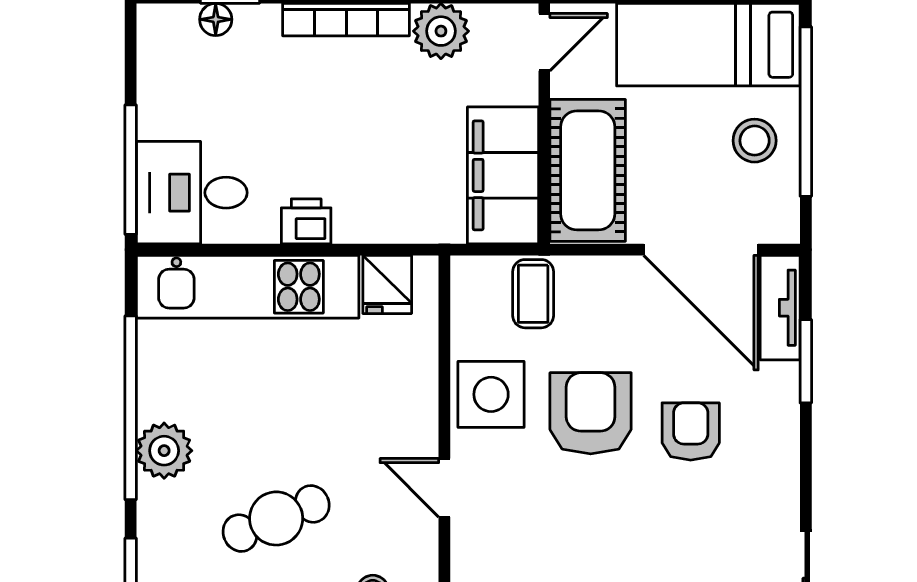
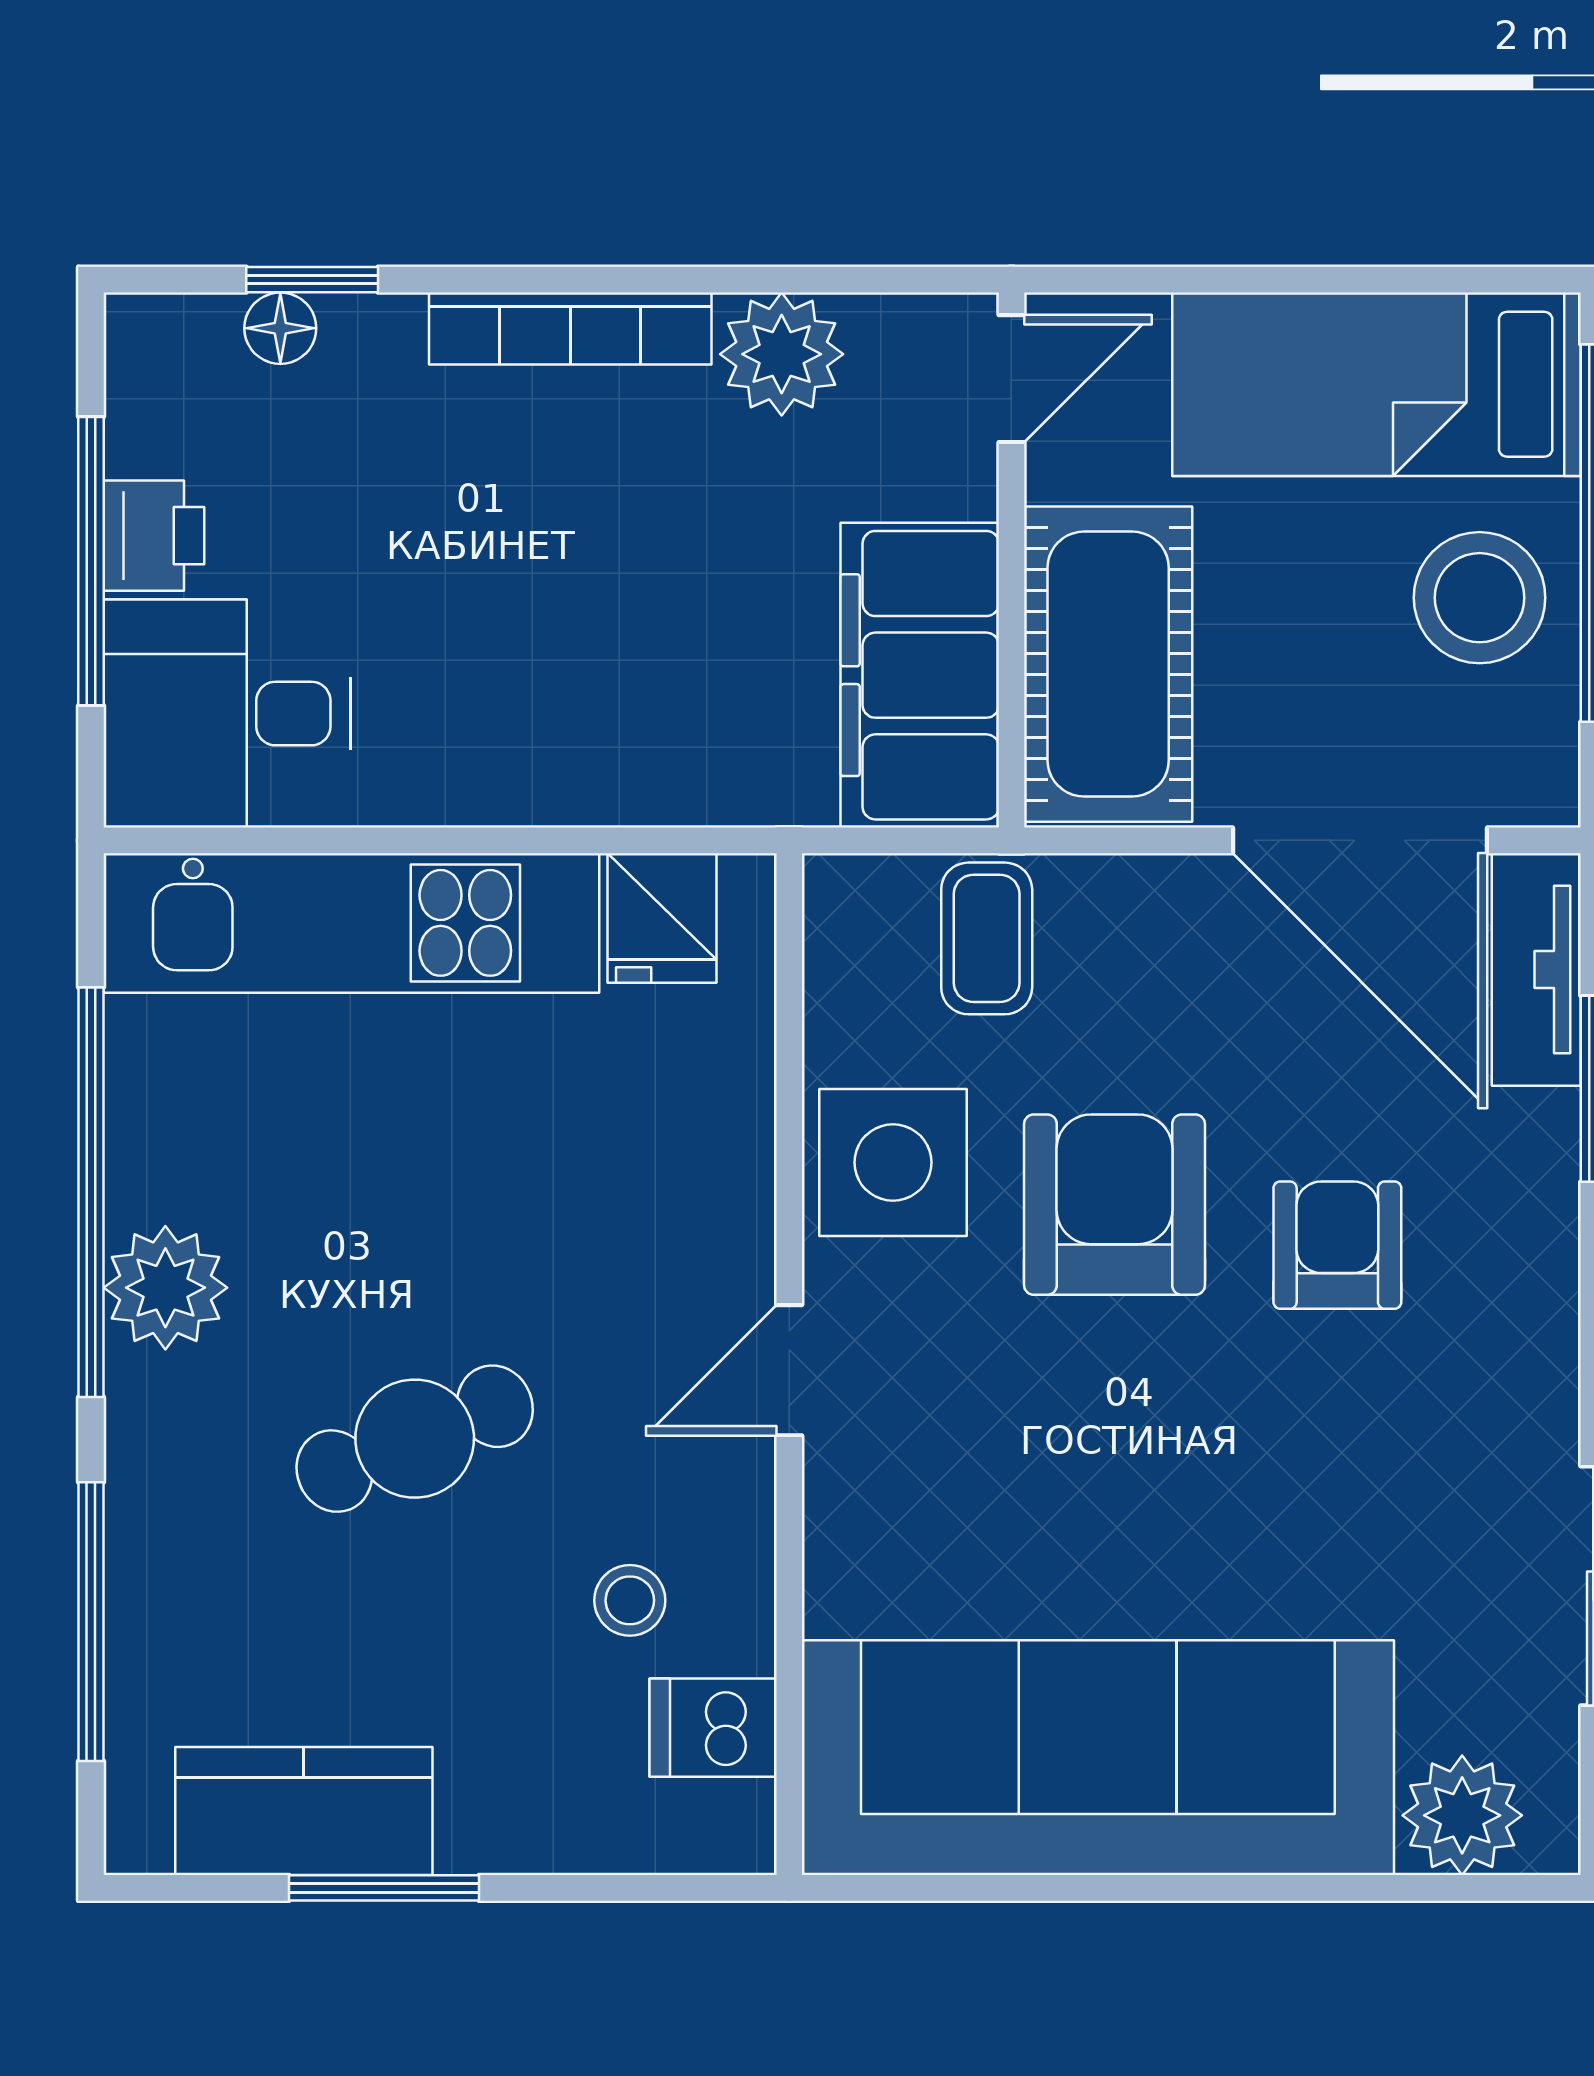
stool: (755, 141) -> (1480, 598), width x1.38, depth x1.38
window: (131, 170) -> (91, 561), moved
printer: (306, 221) -> (154, 536), moved, turned 90
door: (444, 488) -> (789, 1370), hinge flipped

